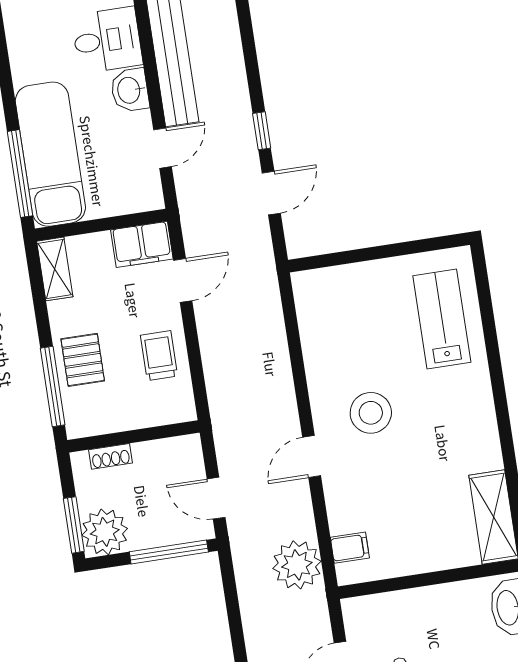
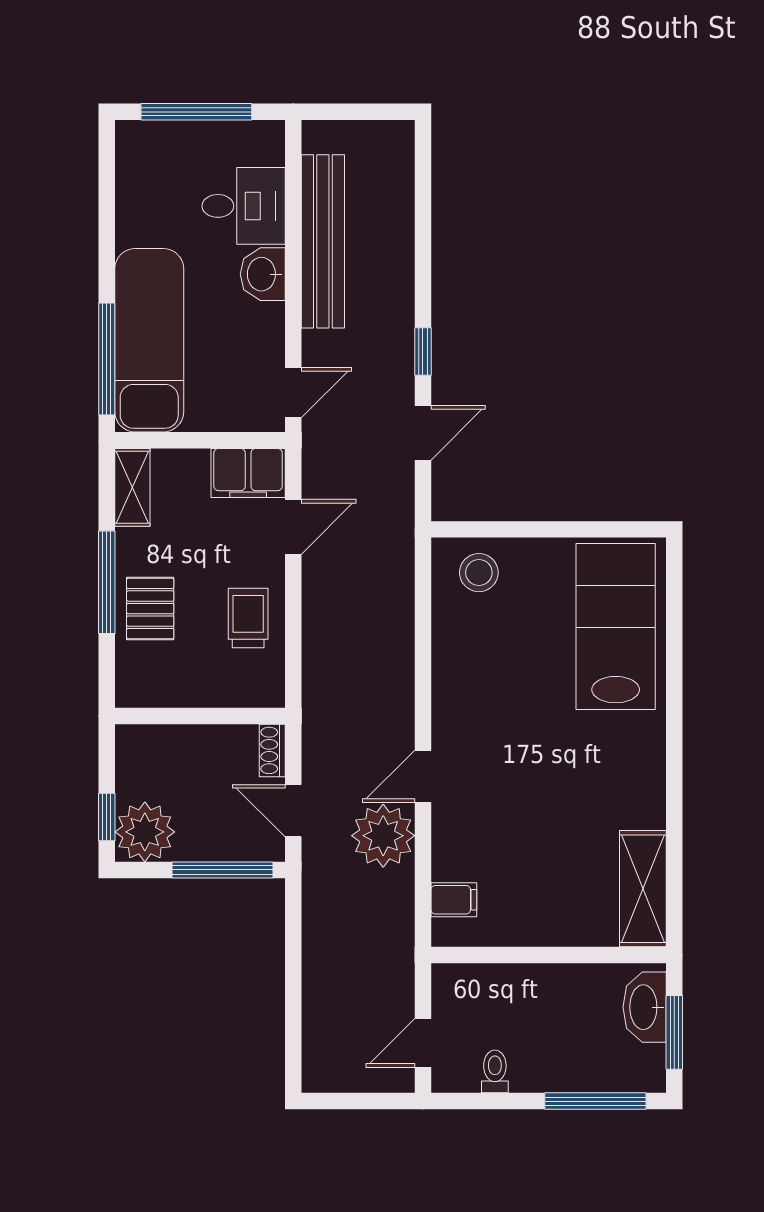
door: (163, 148) -> (293, 393), moved
lab bench: (442, 319) -> (616, 626), width x1.36, depth x1.39
window: (53, 387) -> (107, 582), moved
stool: (371, 413) -> (479, 573), moved, width x0.73, depth x0.73
shoe rack: (111, 456) -> (272, 750), moved, turned 90
window: (74, 525) -> (107, 817), width x0.67
plant: (297, 565) -> (383, 836), moved

